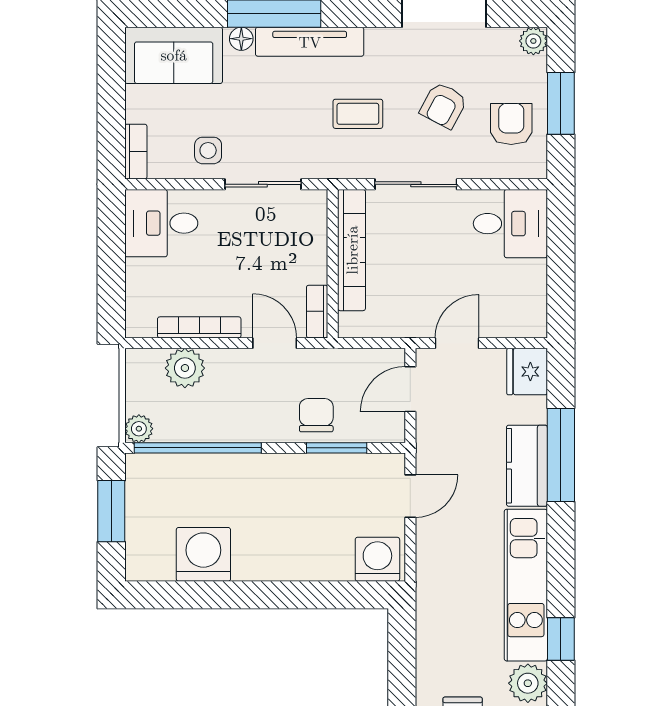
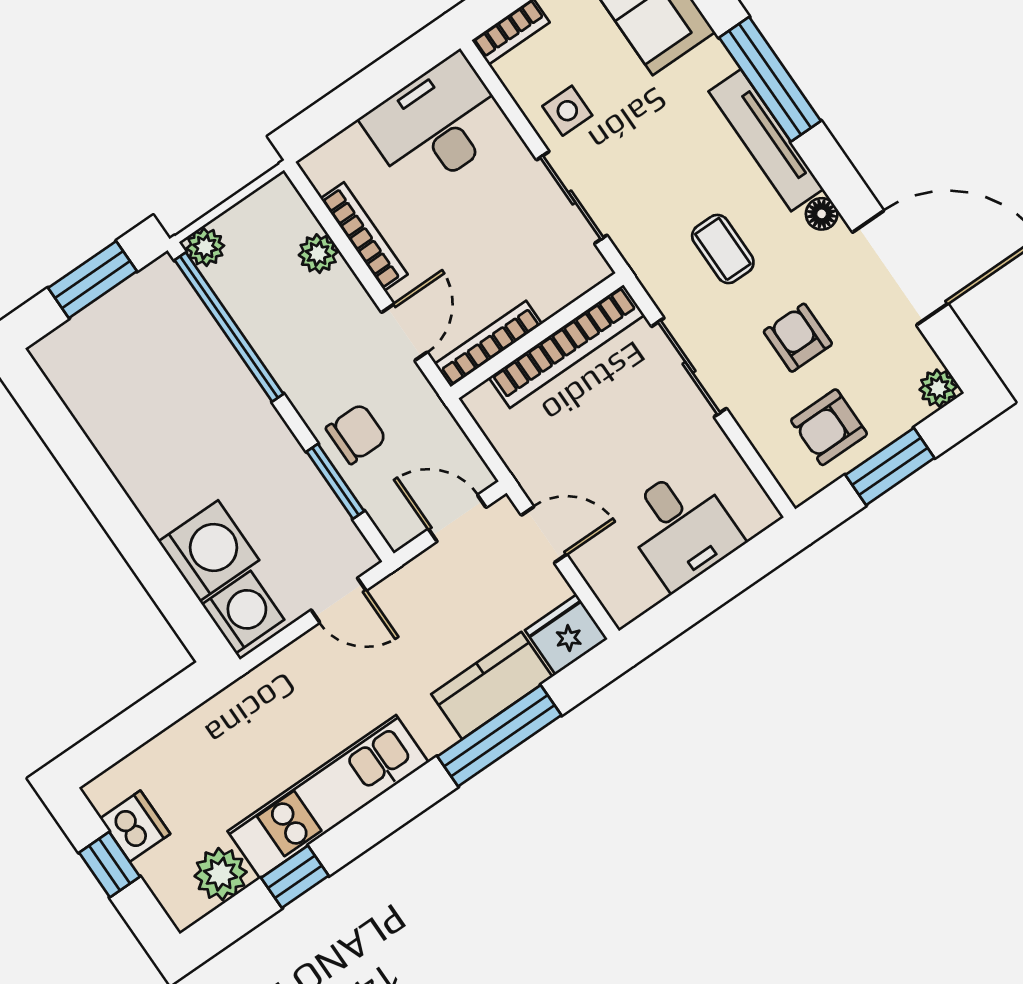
floor lamp: (241, 39) -> (822, 214), moved
armchair: (444, 105) -> (798, 338), turned 62
armchair: (511, 124) -> (829, 427), turned 180
desk: (161, 223) -> (437, 124), width x1.37
desk: (510, 224) -> (681, 528), moved
bookcase: (317, 311) -> (488, 344), width x1.56
plant: (185, 368) -> (318, 254), width x0.73, depth x0.73
kitchen counter: (527, 466) -> (492, 685), moved
washing machine: (203, 554) -> (209, 551), moved

